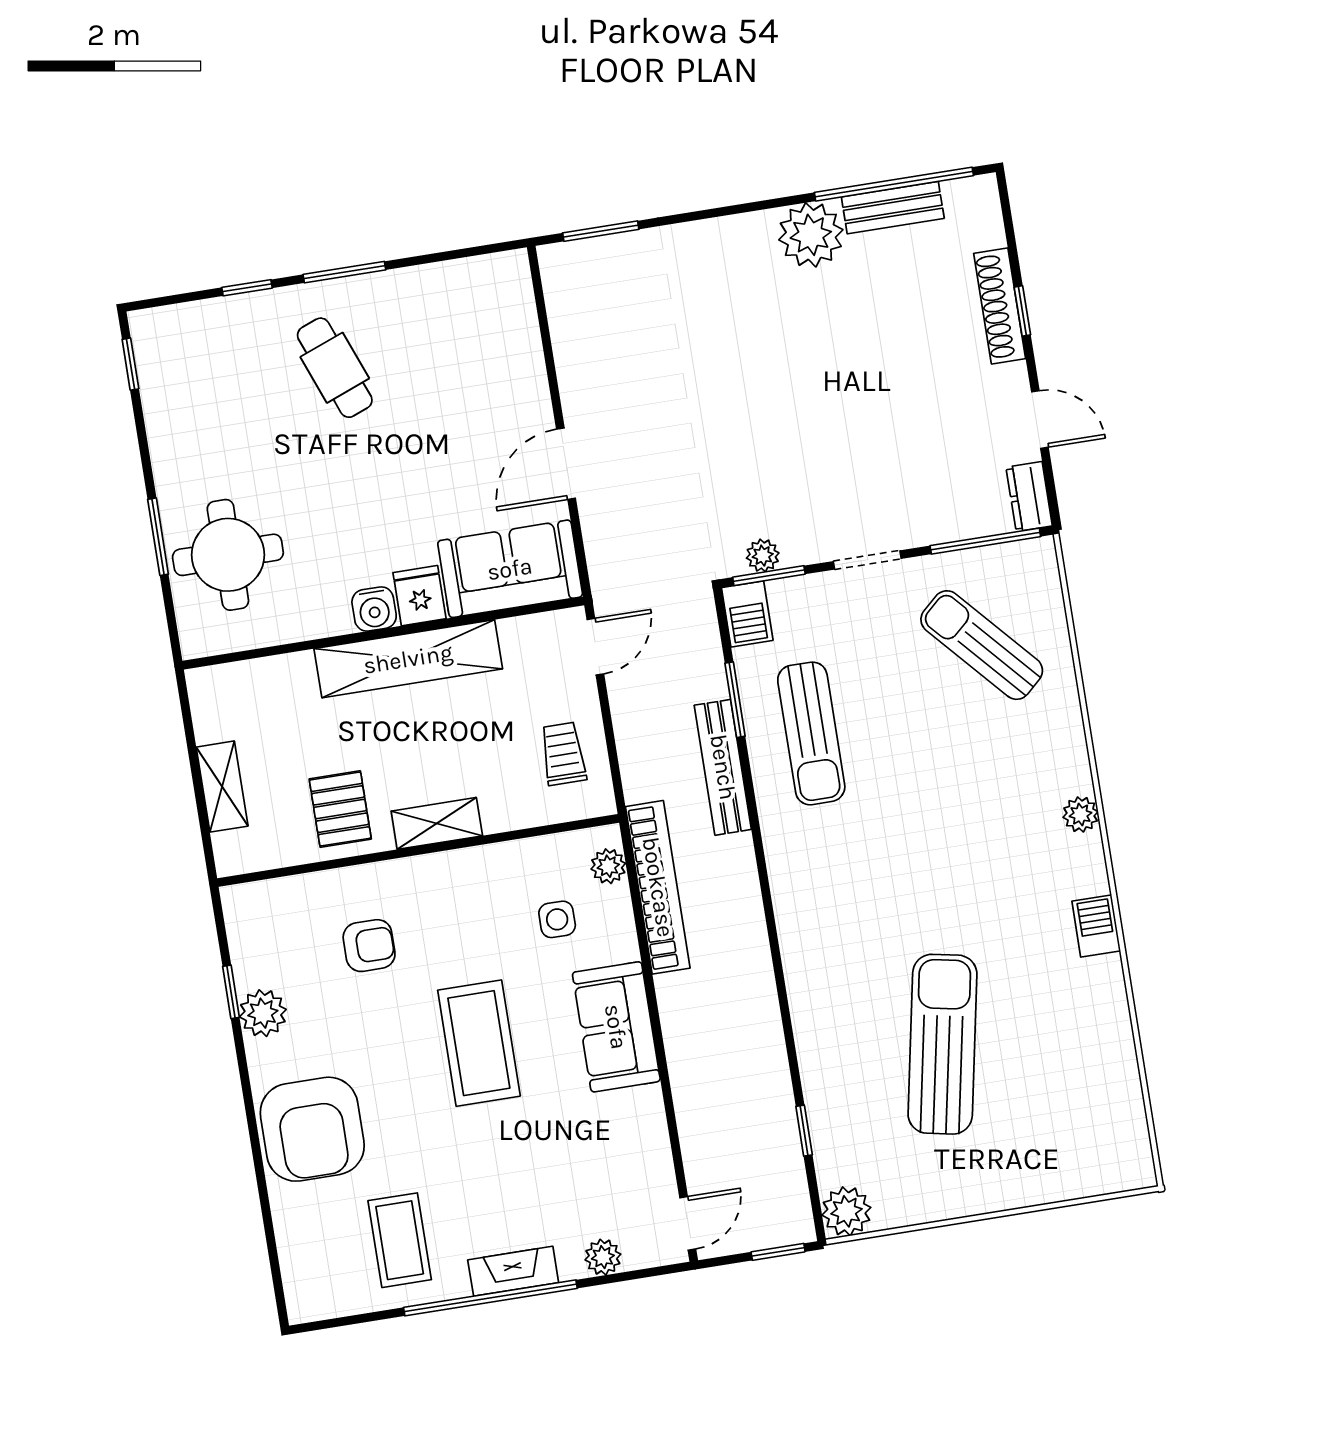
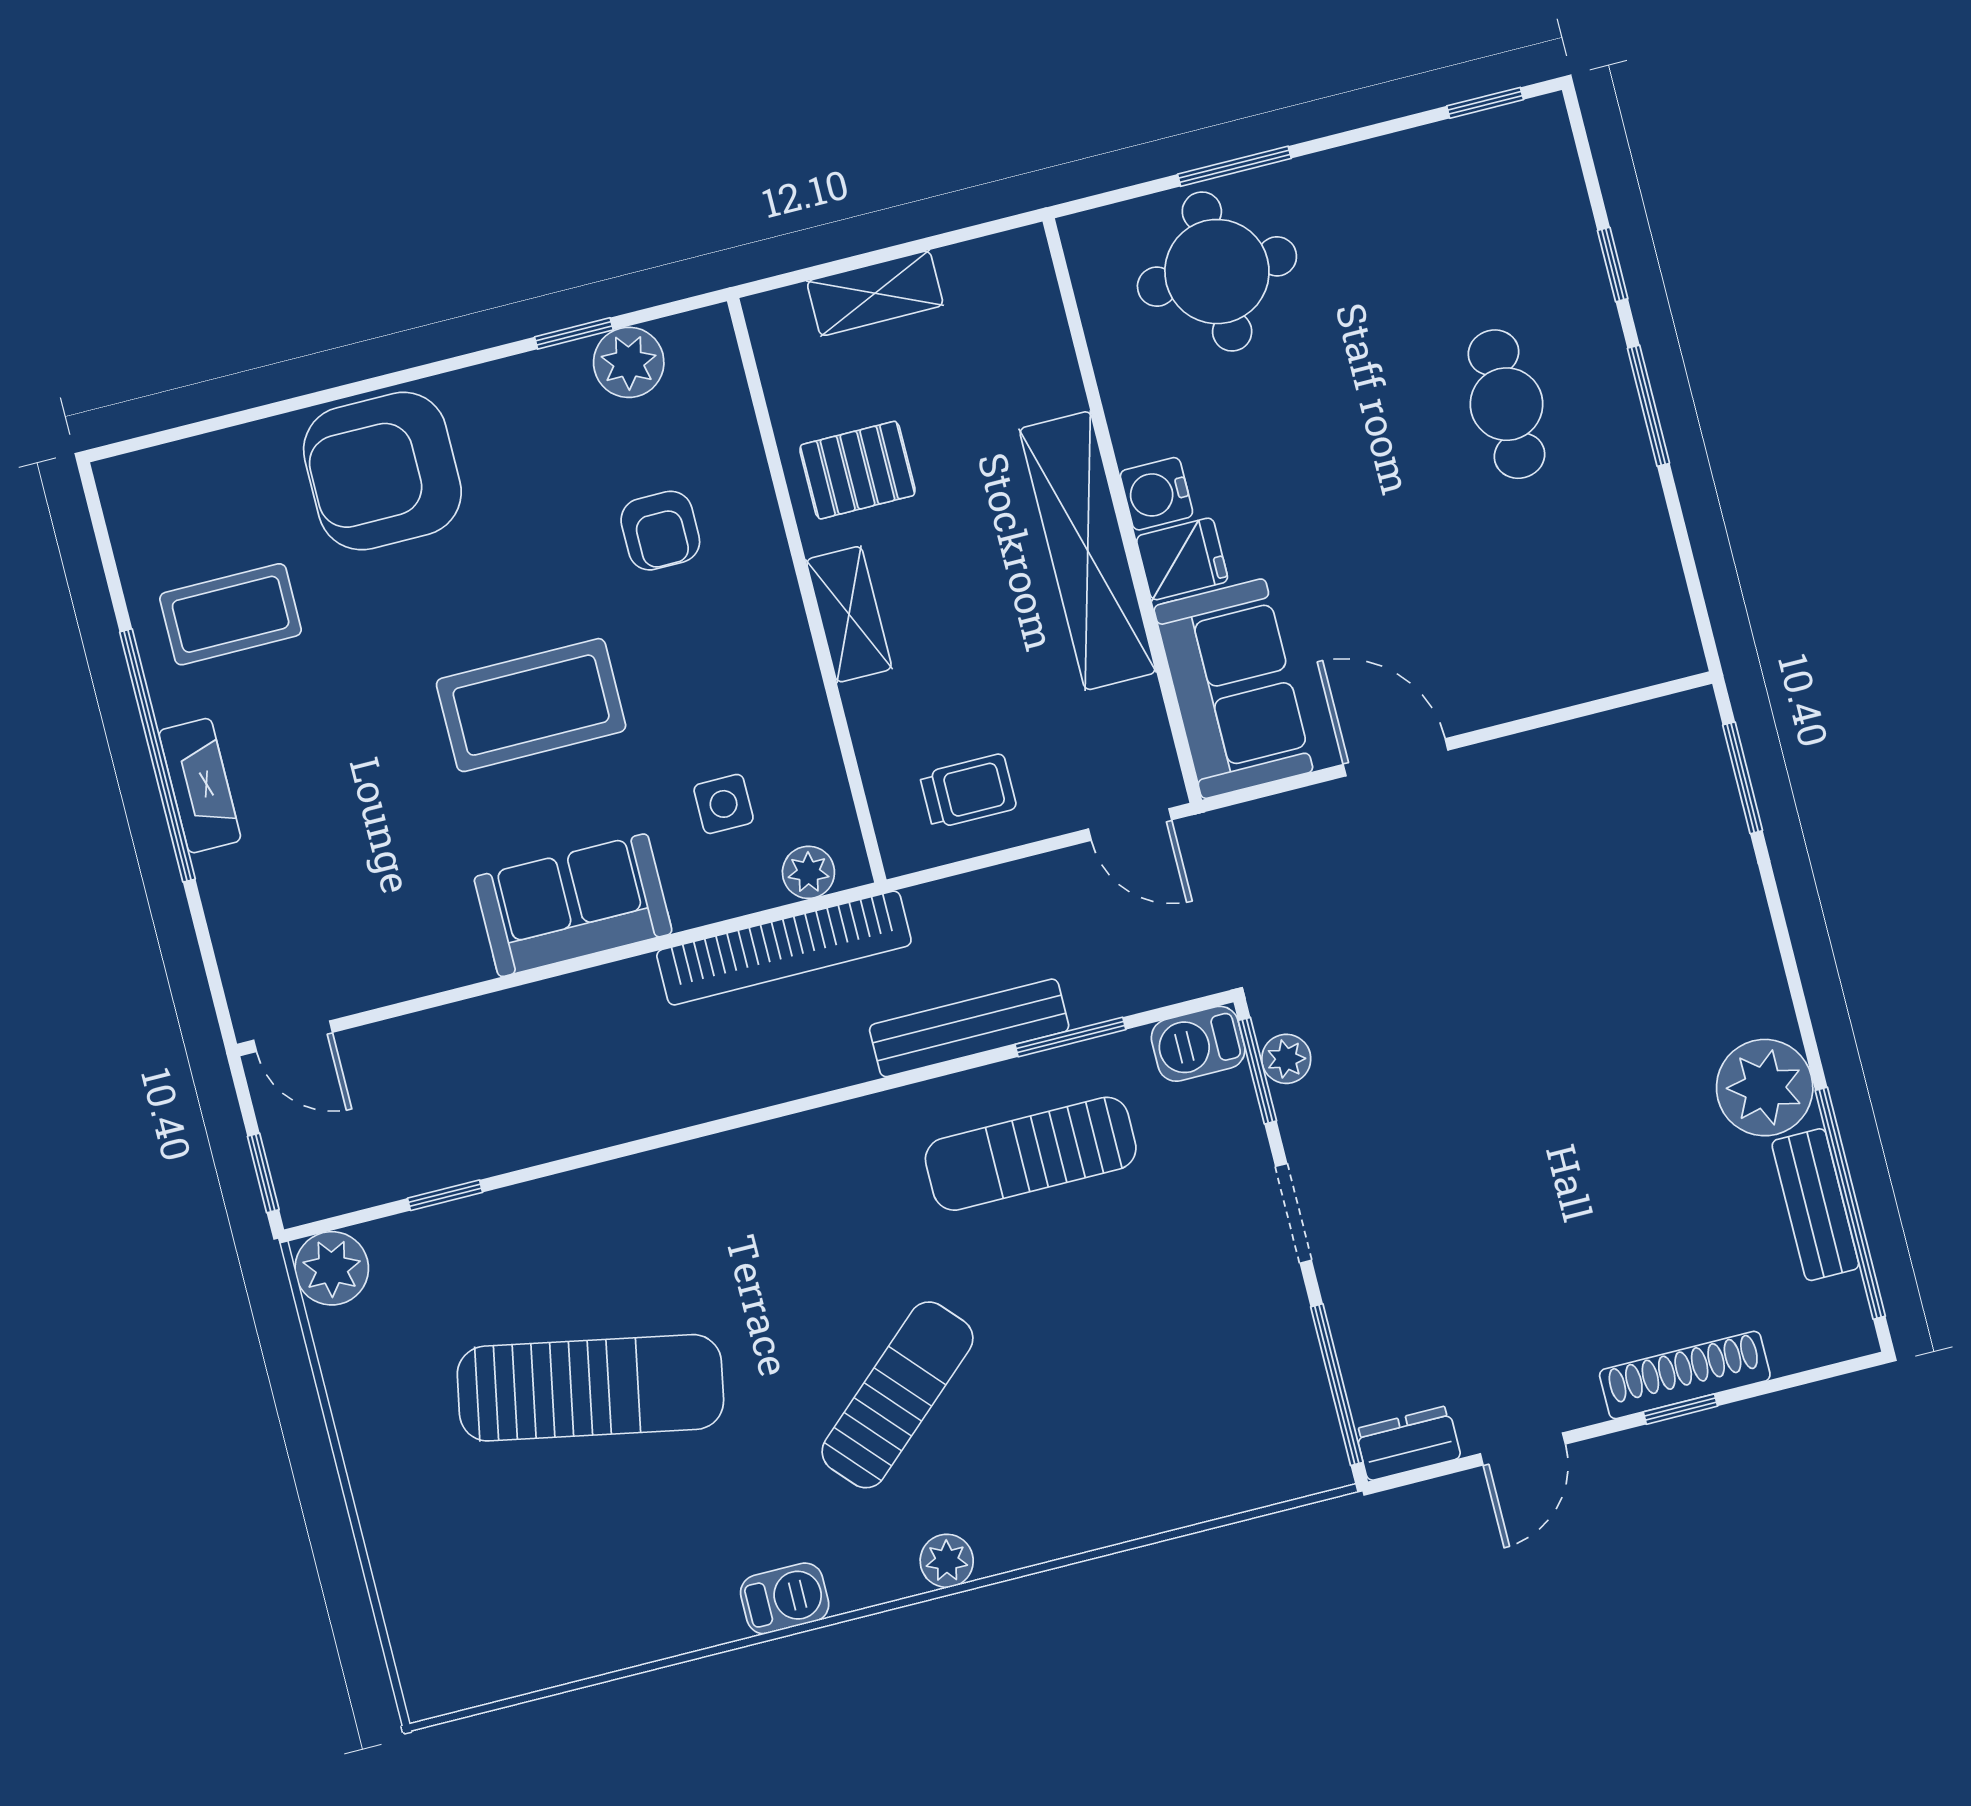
cafe table: (335, 368) -> (1507, 404), turned -69
sun lounger: (982, 645) -> (897, 1395), moved
plant: (263, 1013) -> (629, 362), moved
plant: (603, 1257) -> (232, 916), removed

